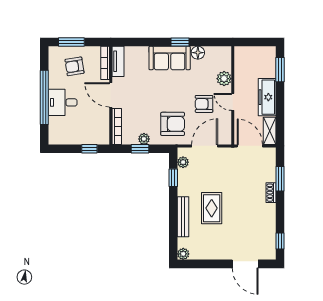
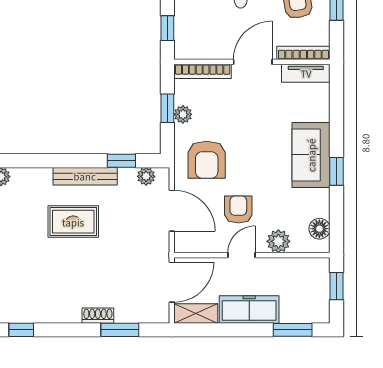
window: (252, 42) -> (337, 286), added
floor lamp: (198, 53) -> (319, 229), moved
bench: (183, 217) -> (85, 176), moved

